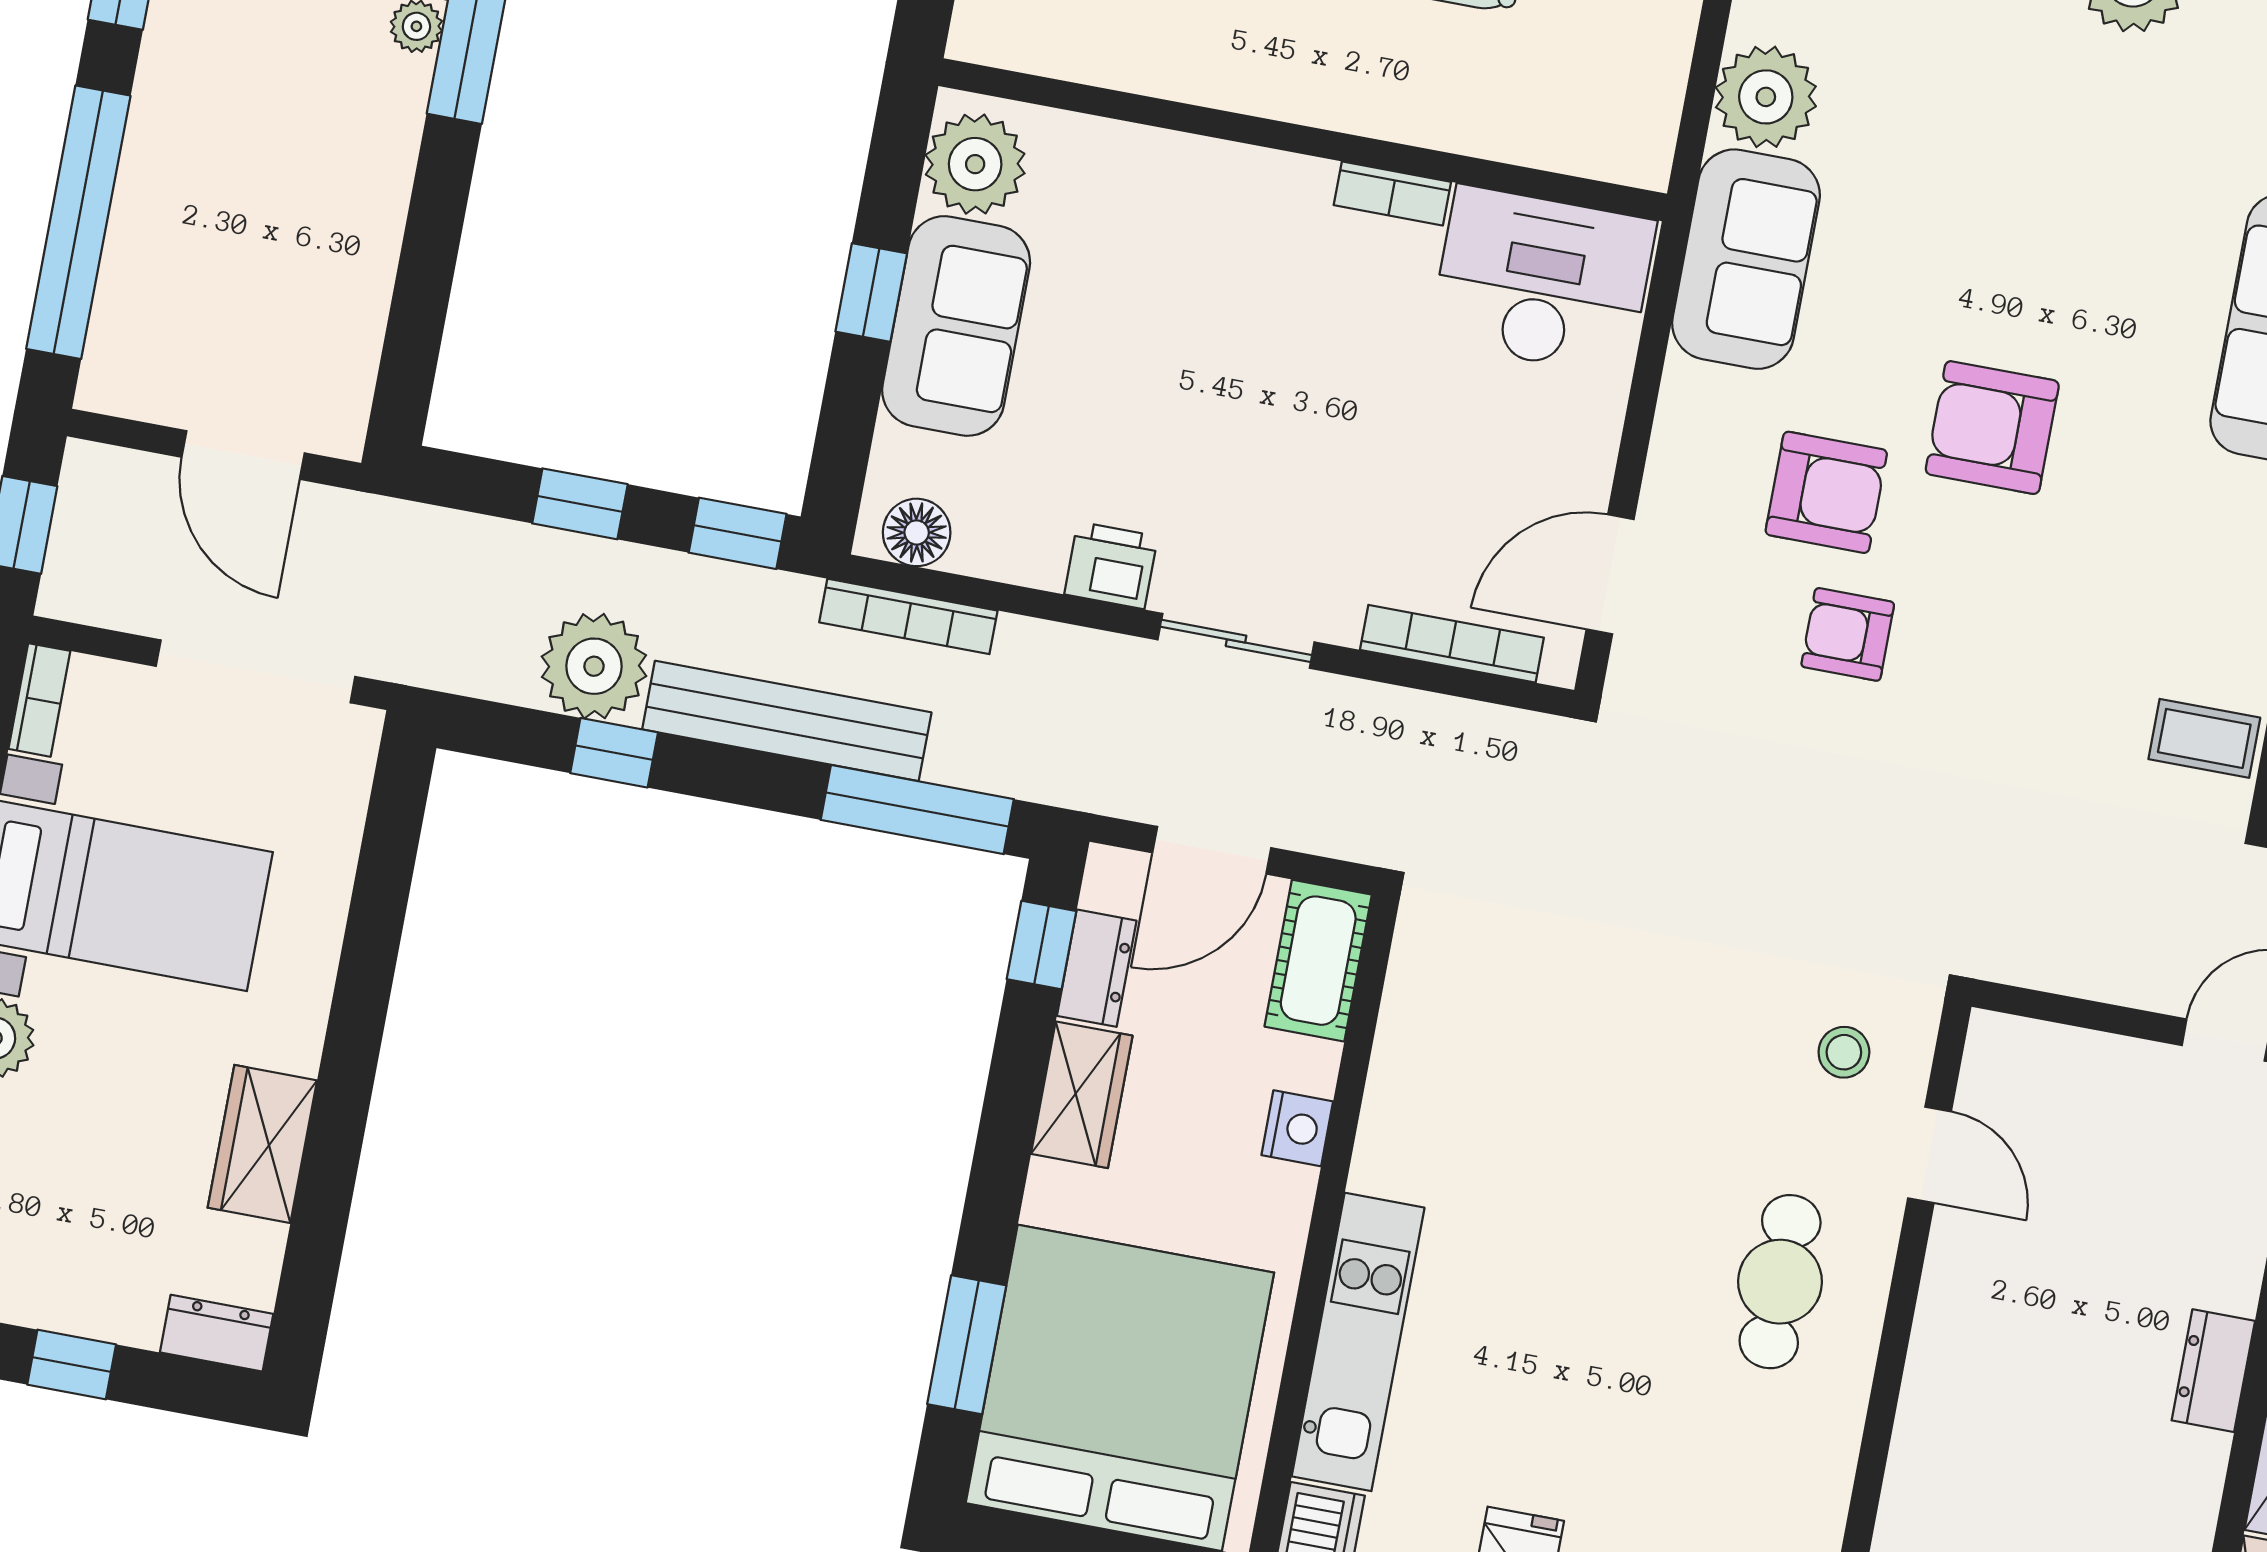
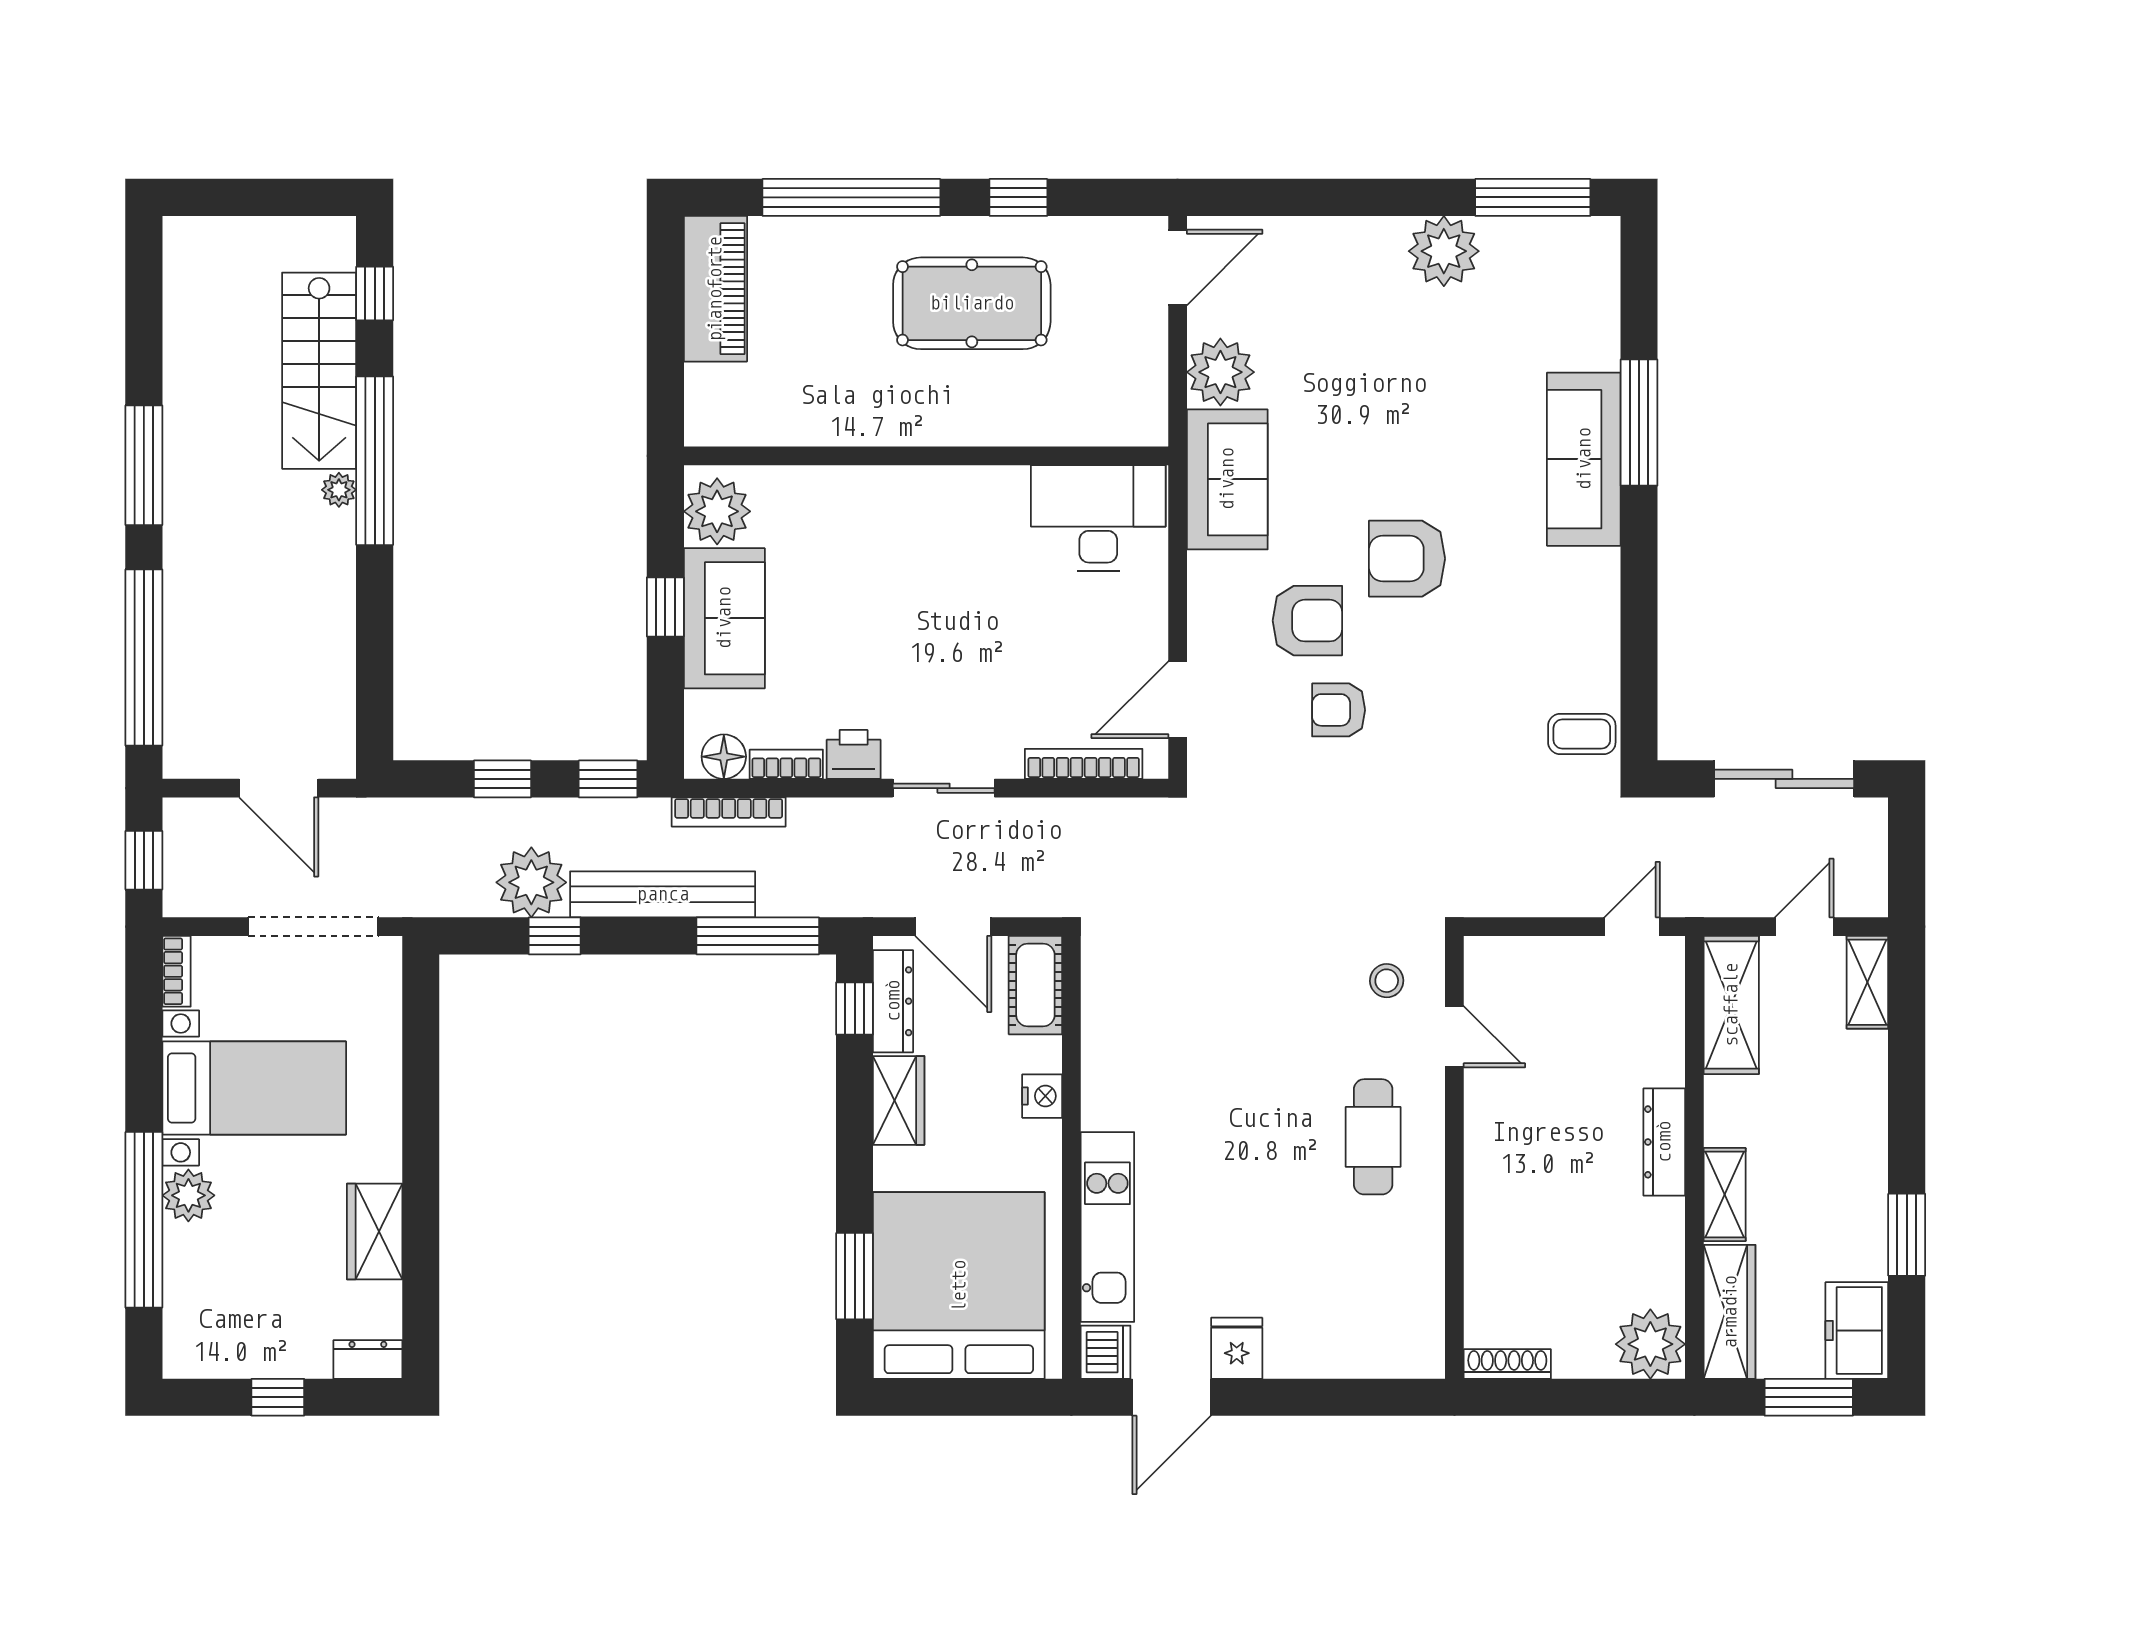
bookcase: (1392, 193) -> (786, 764), moved, turned 180
door: (1212, 850) -> (953, 927), hinge flipped
dresser: (1097, 968) -> (893, 1001), width x1.44
dresser: (2213, 1371) -> (1664, 1142), width x1.44

